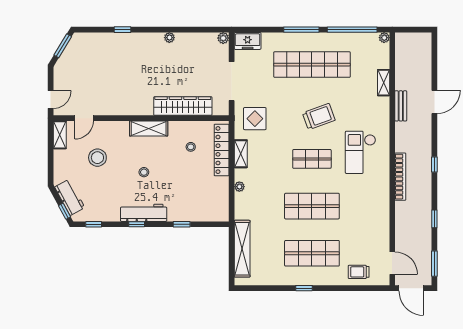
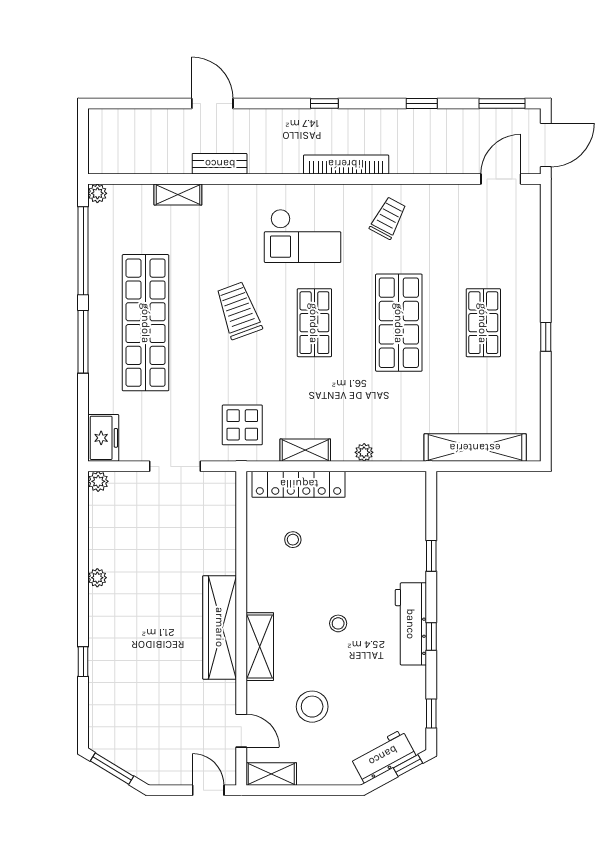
doorway: (232, 81) -> (175, 466), width x0.73
wardrobe: (183, 106) -> (220, 627), moved
shelving: (149, 128) -> (260, 647), moved
shop shelf: (312, 253) -> (483, 323), width x0.70, depth x0.74
trolley: (359, 272) -> (388, 218), moved, turned -152

